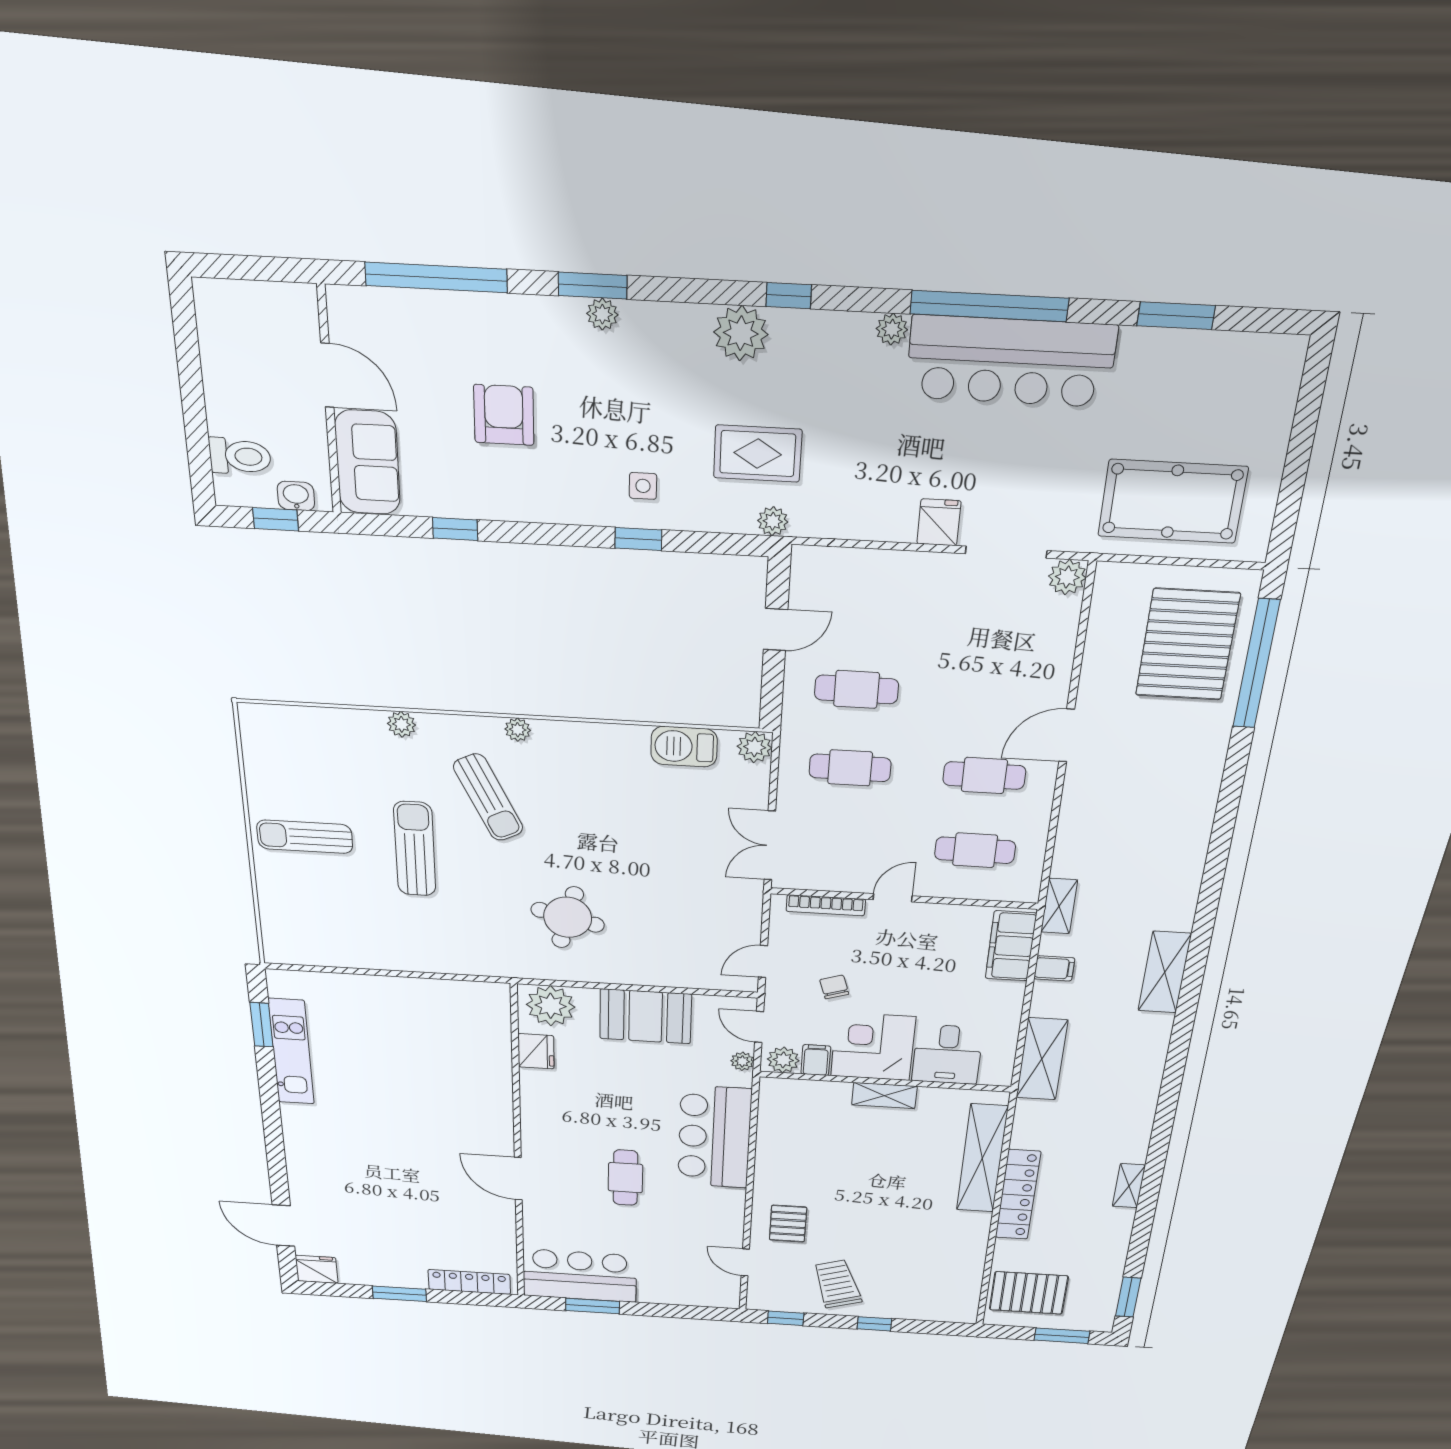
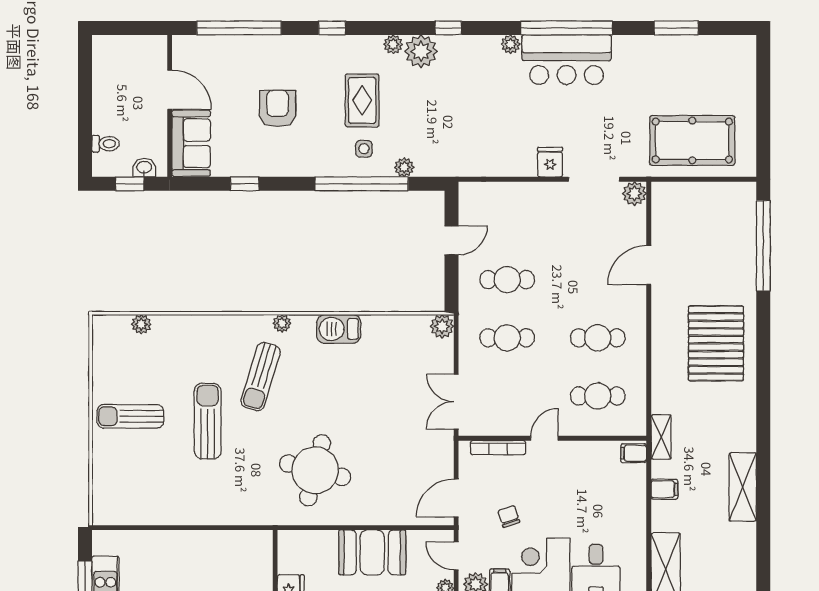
window: (593, 286) -> (332, 28), width x0.67
plant: (602, 314) -> (393, 44), moved
bar counter: (1011, 361) -> (567, 60), width x0.73
rug: (758, 454) -> (362, 100), moved, turned 90
toilet: (240, 456) -> (106, 144), width x0.73, depth x0.72
plant: (773, 521) -> (404, 167), moved
window: (638, 539) -> (362, 184), width x3.17
pallet: (1187, 645) -> (716, 343), moved
plant: (402, 724) -> (141, 324), moved
door: (1067, 735) -> (649, 265), moved
barbecue: (684, 747) -> (339, 329), moved
sun lounger: (488, 797) -> (261, 377), turned 43
round table: (568, 917) -> (315, 470), width x1.36, depth x1.36
filing cabinet: (1011, 946) -> (634, 453), width x0.33, depth x0.86
door: (763, 961) -> (456, 498), width x1.38
plant: (551, 1006) -> (302, 548), removed

